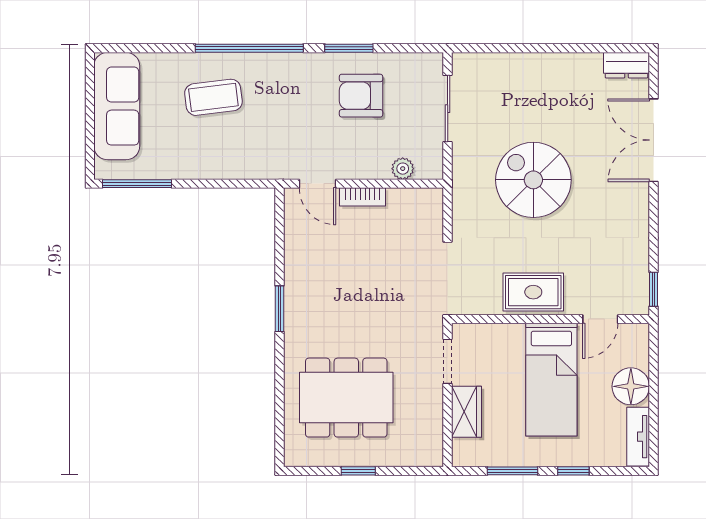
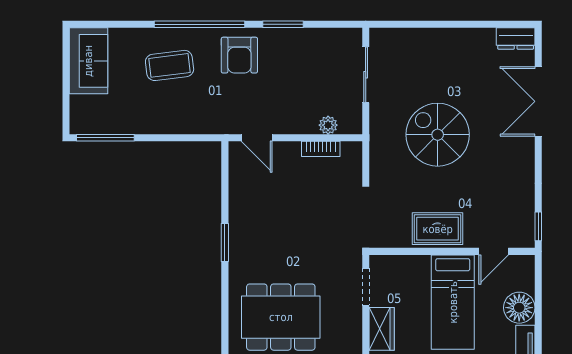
armchair: (361, 96) -> (239, 55), moved, turned -90
sofa: (117, 106) -> (88, 61), width x0.73
bookcase: (363, 197) -> (321, 149), moved

